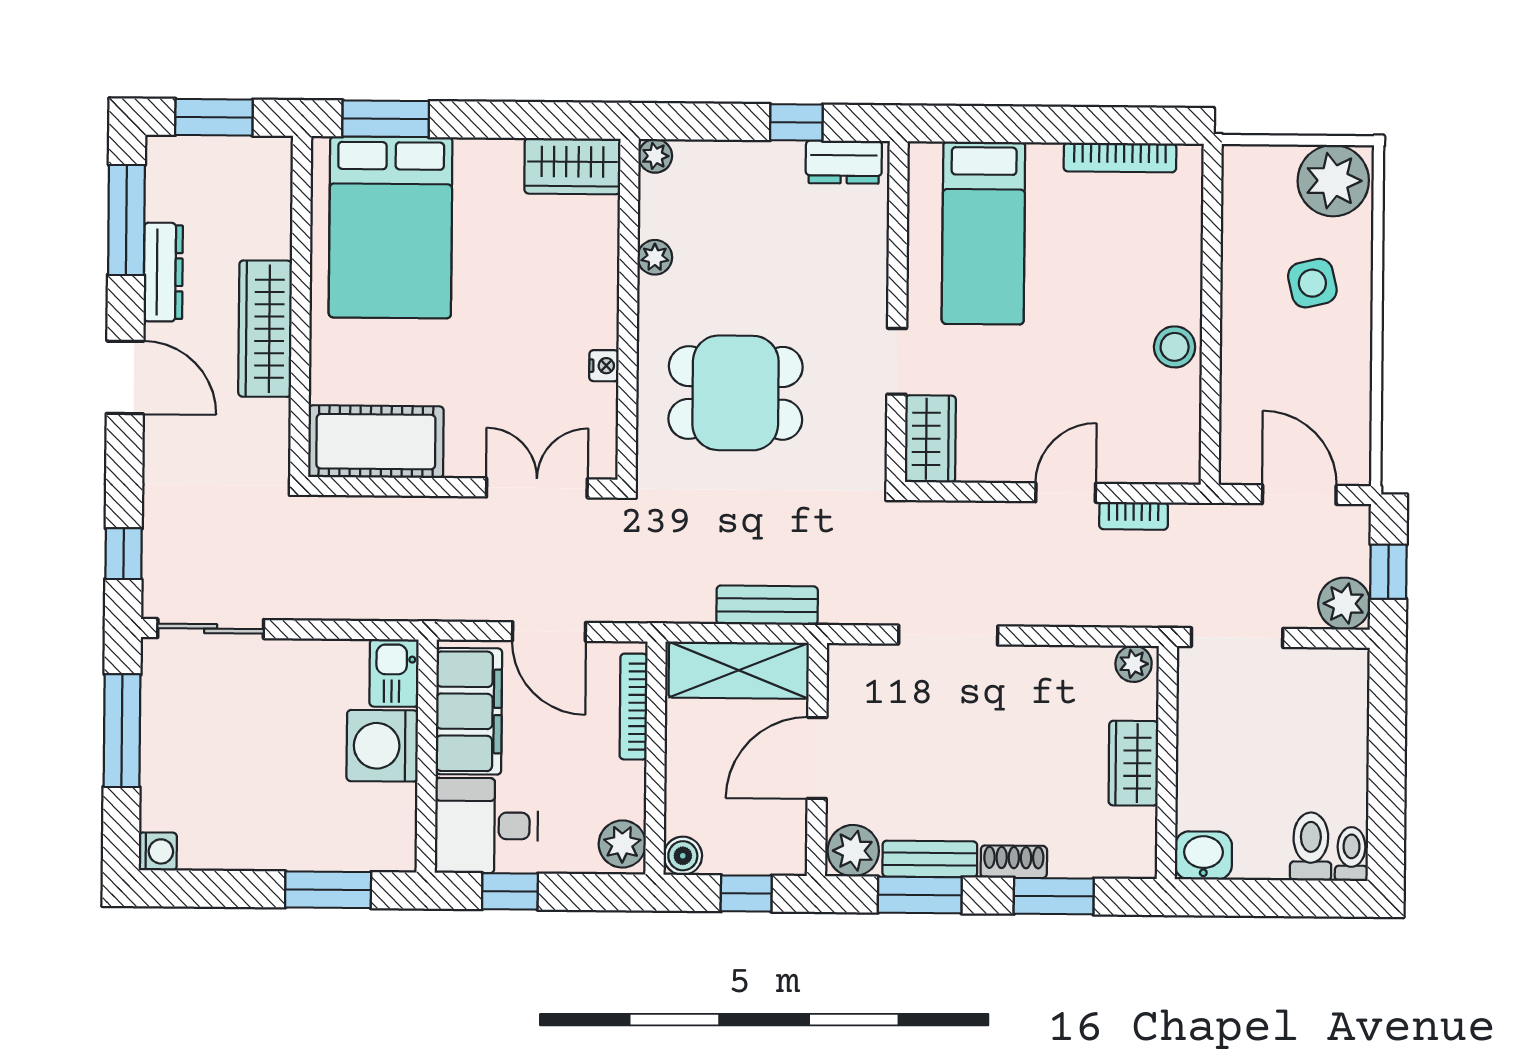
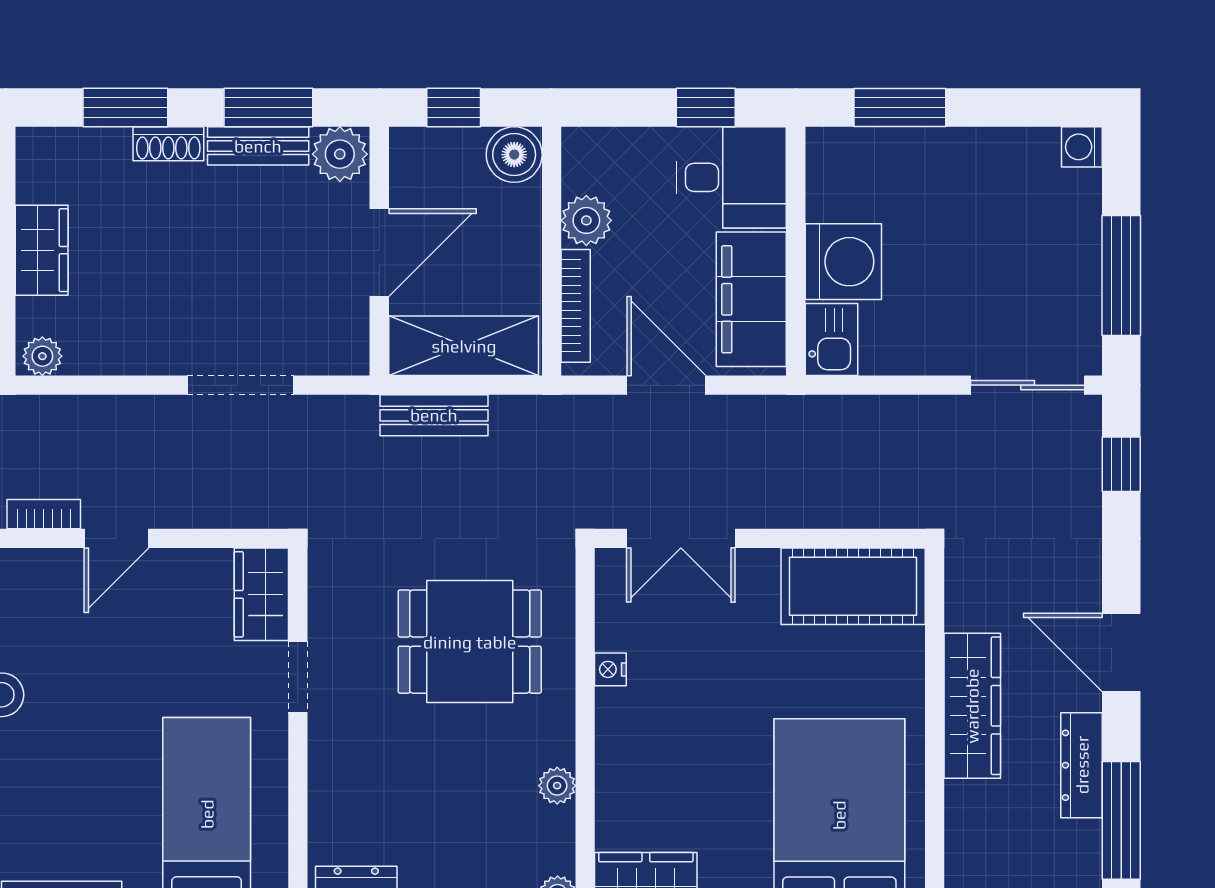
plant: (622, 844) -> (586, 220), moved
boiler: (683, 856) -> (514, 155), width x1.36, depth x1.36

